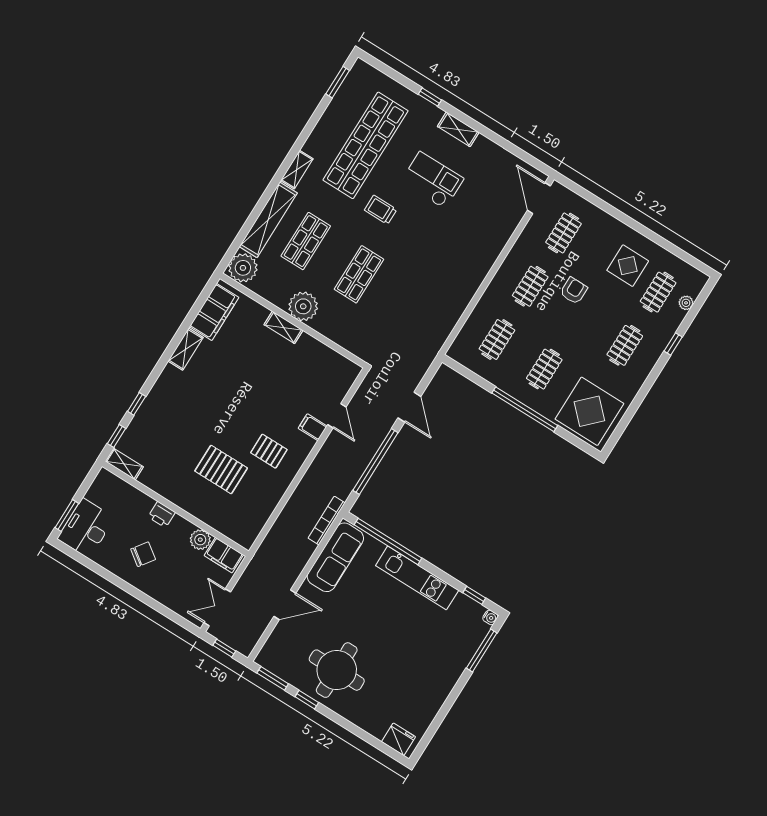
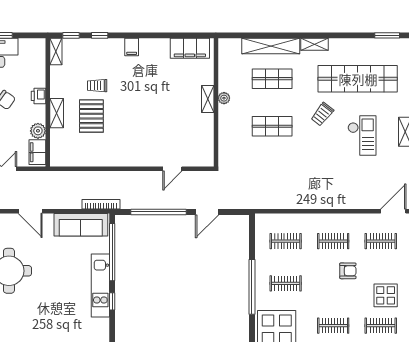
trolley: (381, 210) -> (322, 114), turned -142
plant: (243, 268) -> (230, 49), removed
plant: (303, 306) -> (224, 98), width x0.53, depth x0.53
shelving: (185, 349) -> (57, 113), moved, turned 90
filing cabinet: (313, 427) -> (132, 47), moved, turned 180
trolley: (191, 442) -> (97, 86), added
pallet: (269, 451) -> (122, 139), removed
window: (474, 595) -> (112, 301), moved

